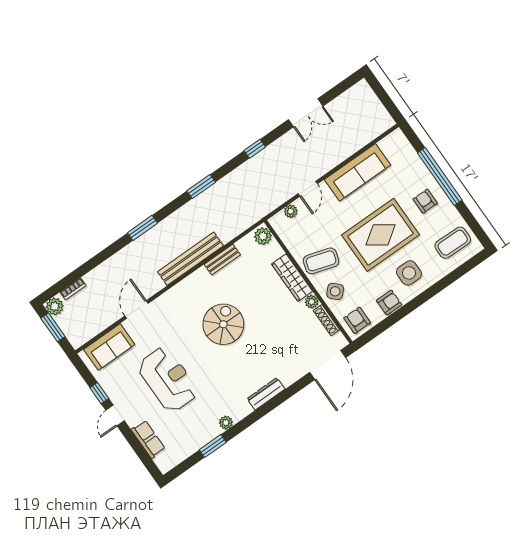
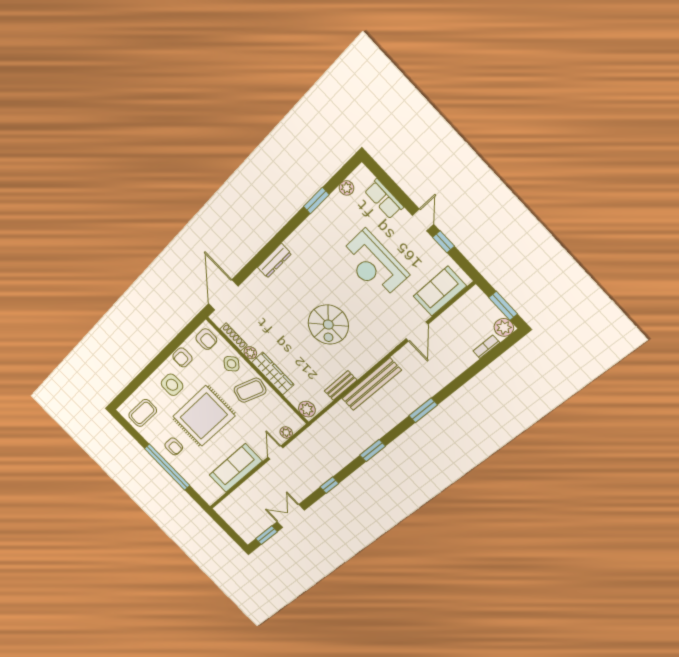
window: (339, 89) -> (267, 535), added
plant: (226, 423) -> (347, 188), moved

